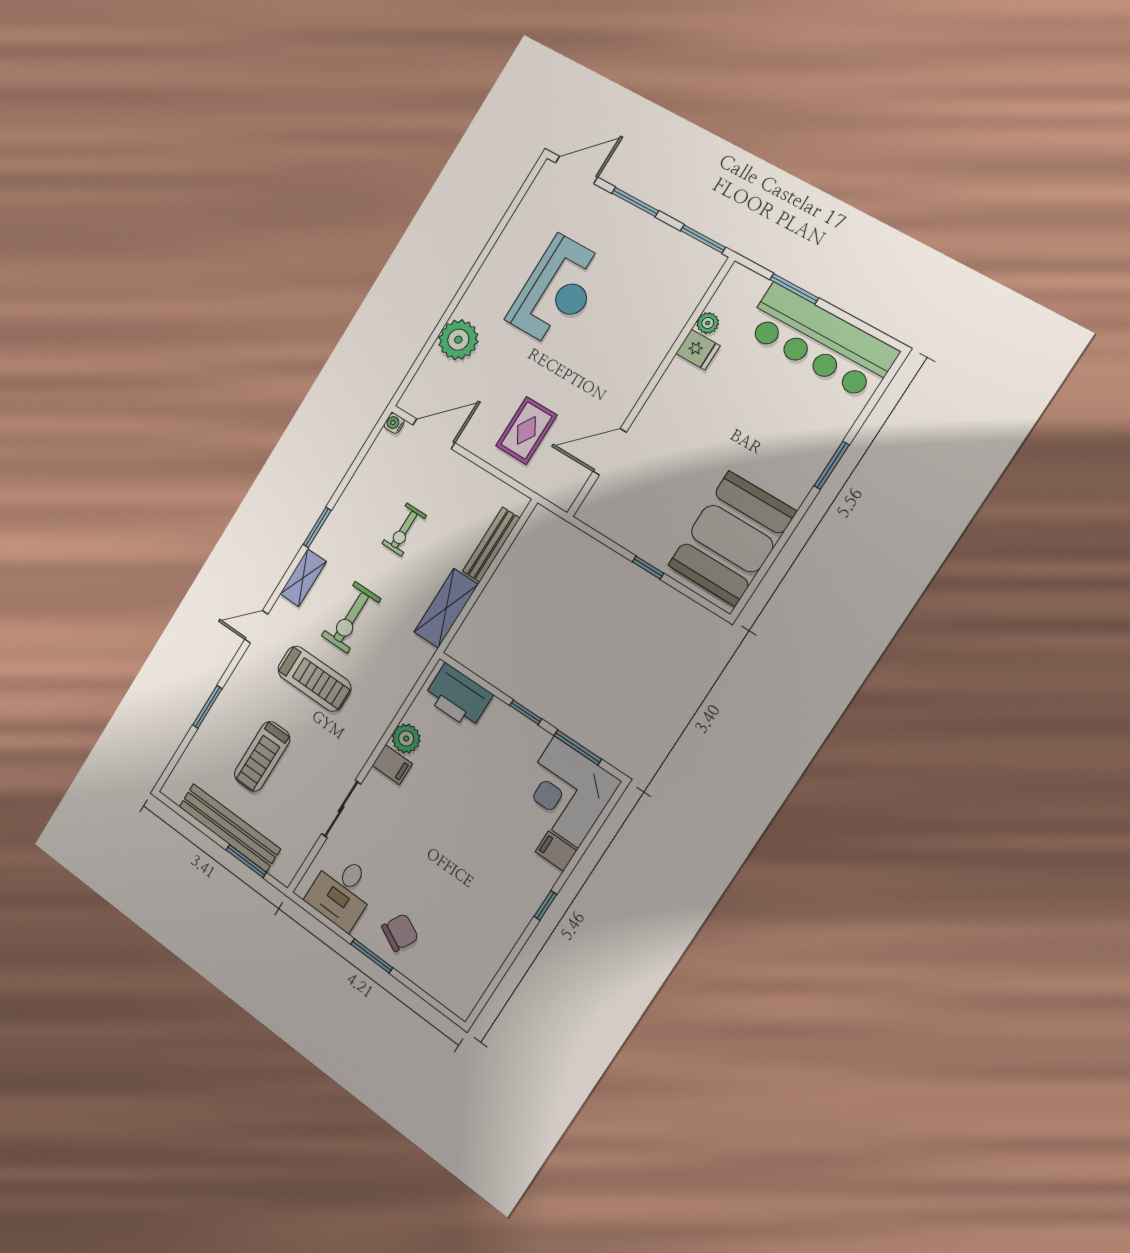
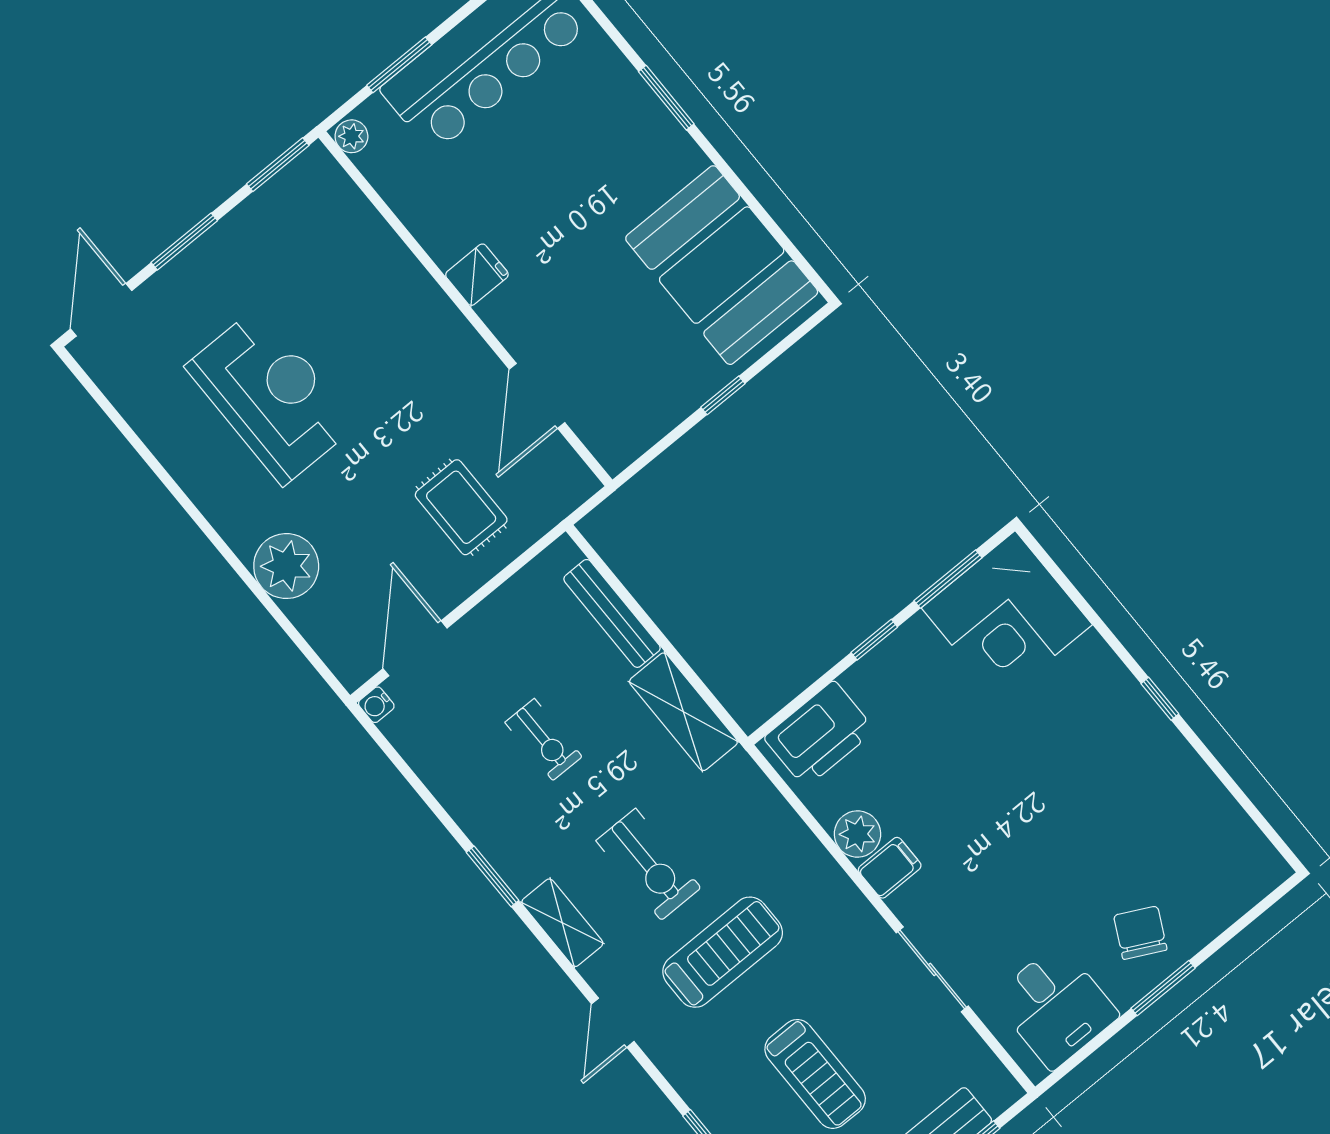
plant: (708, 323) -> (351, 136), moved
fridge: (698, 350) -> (477, 275), moved
filing cabinet: (556, 851) -> (1087, 658), removed

